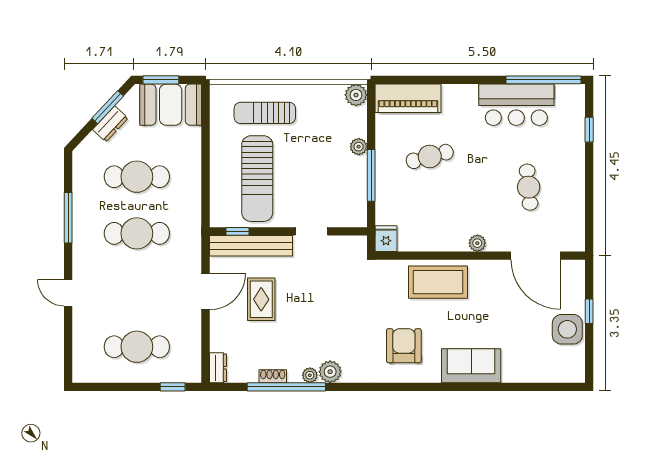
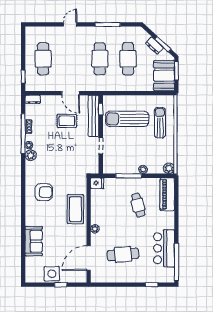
cafe table: (529, 187) -> (123, 254), width x1.37, depth x1.35
sofa: (471, 366) -> (34, 241), moved

